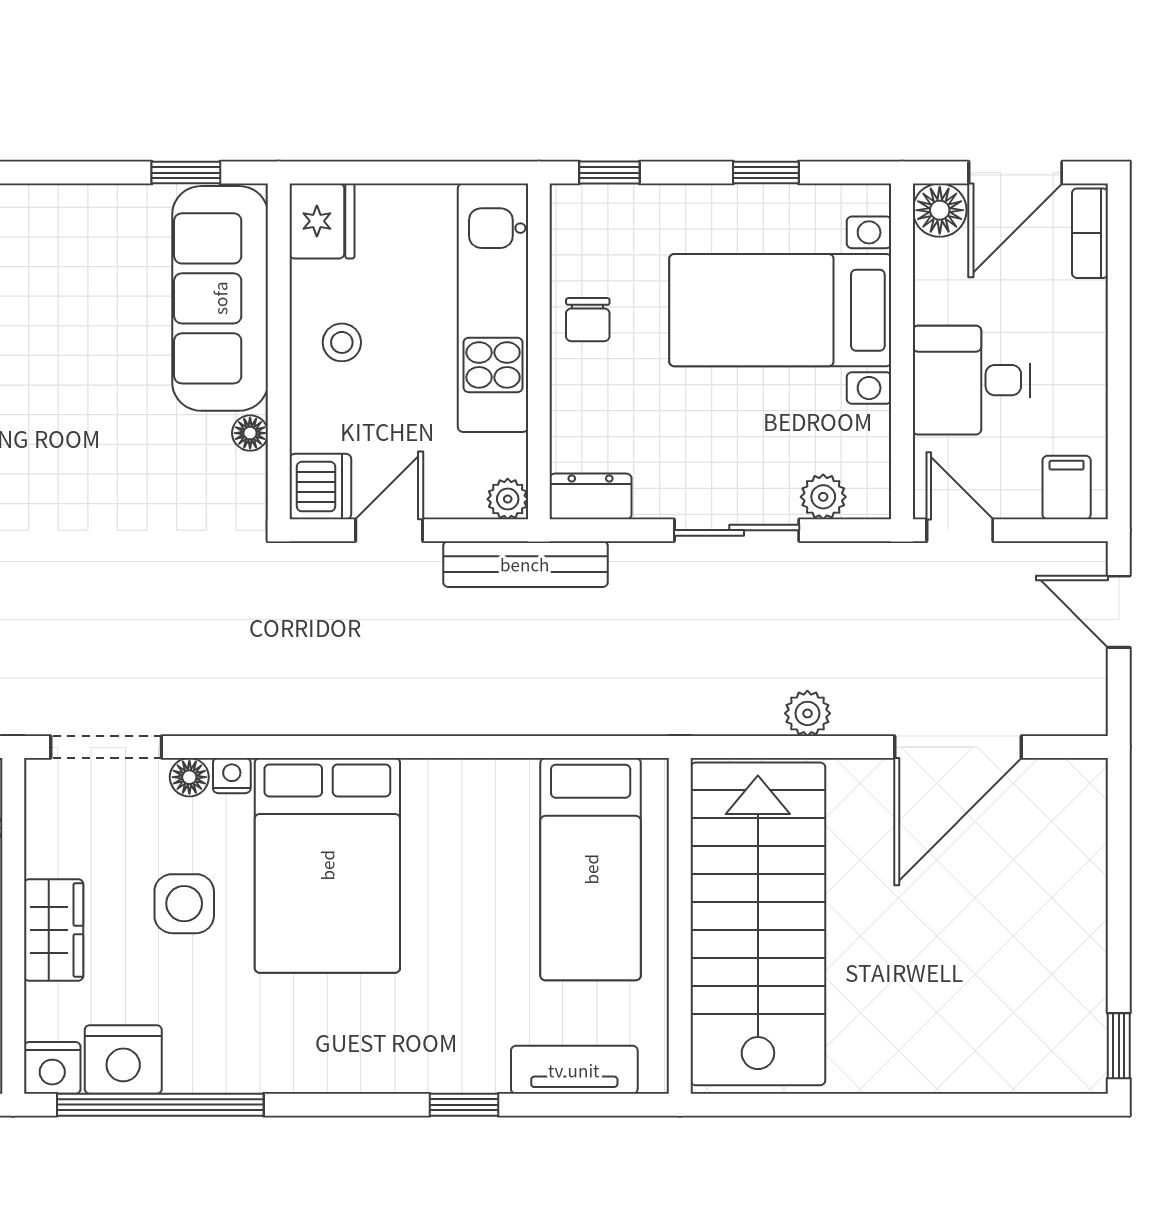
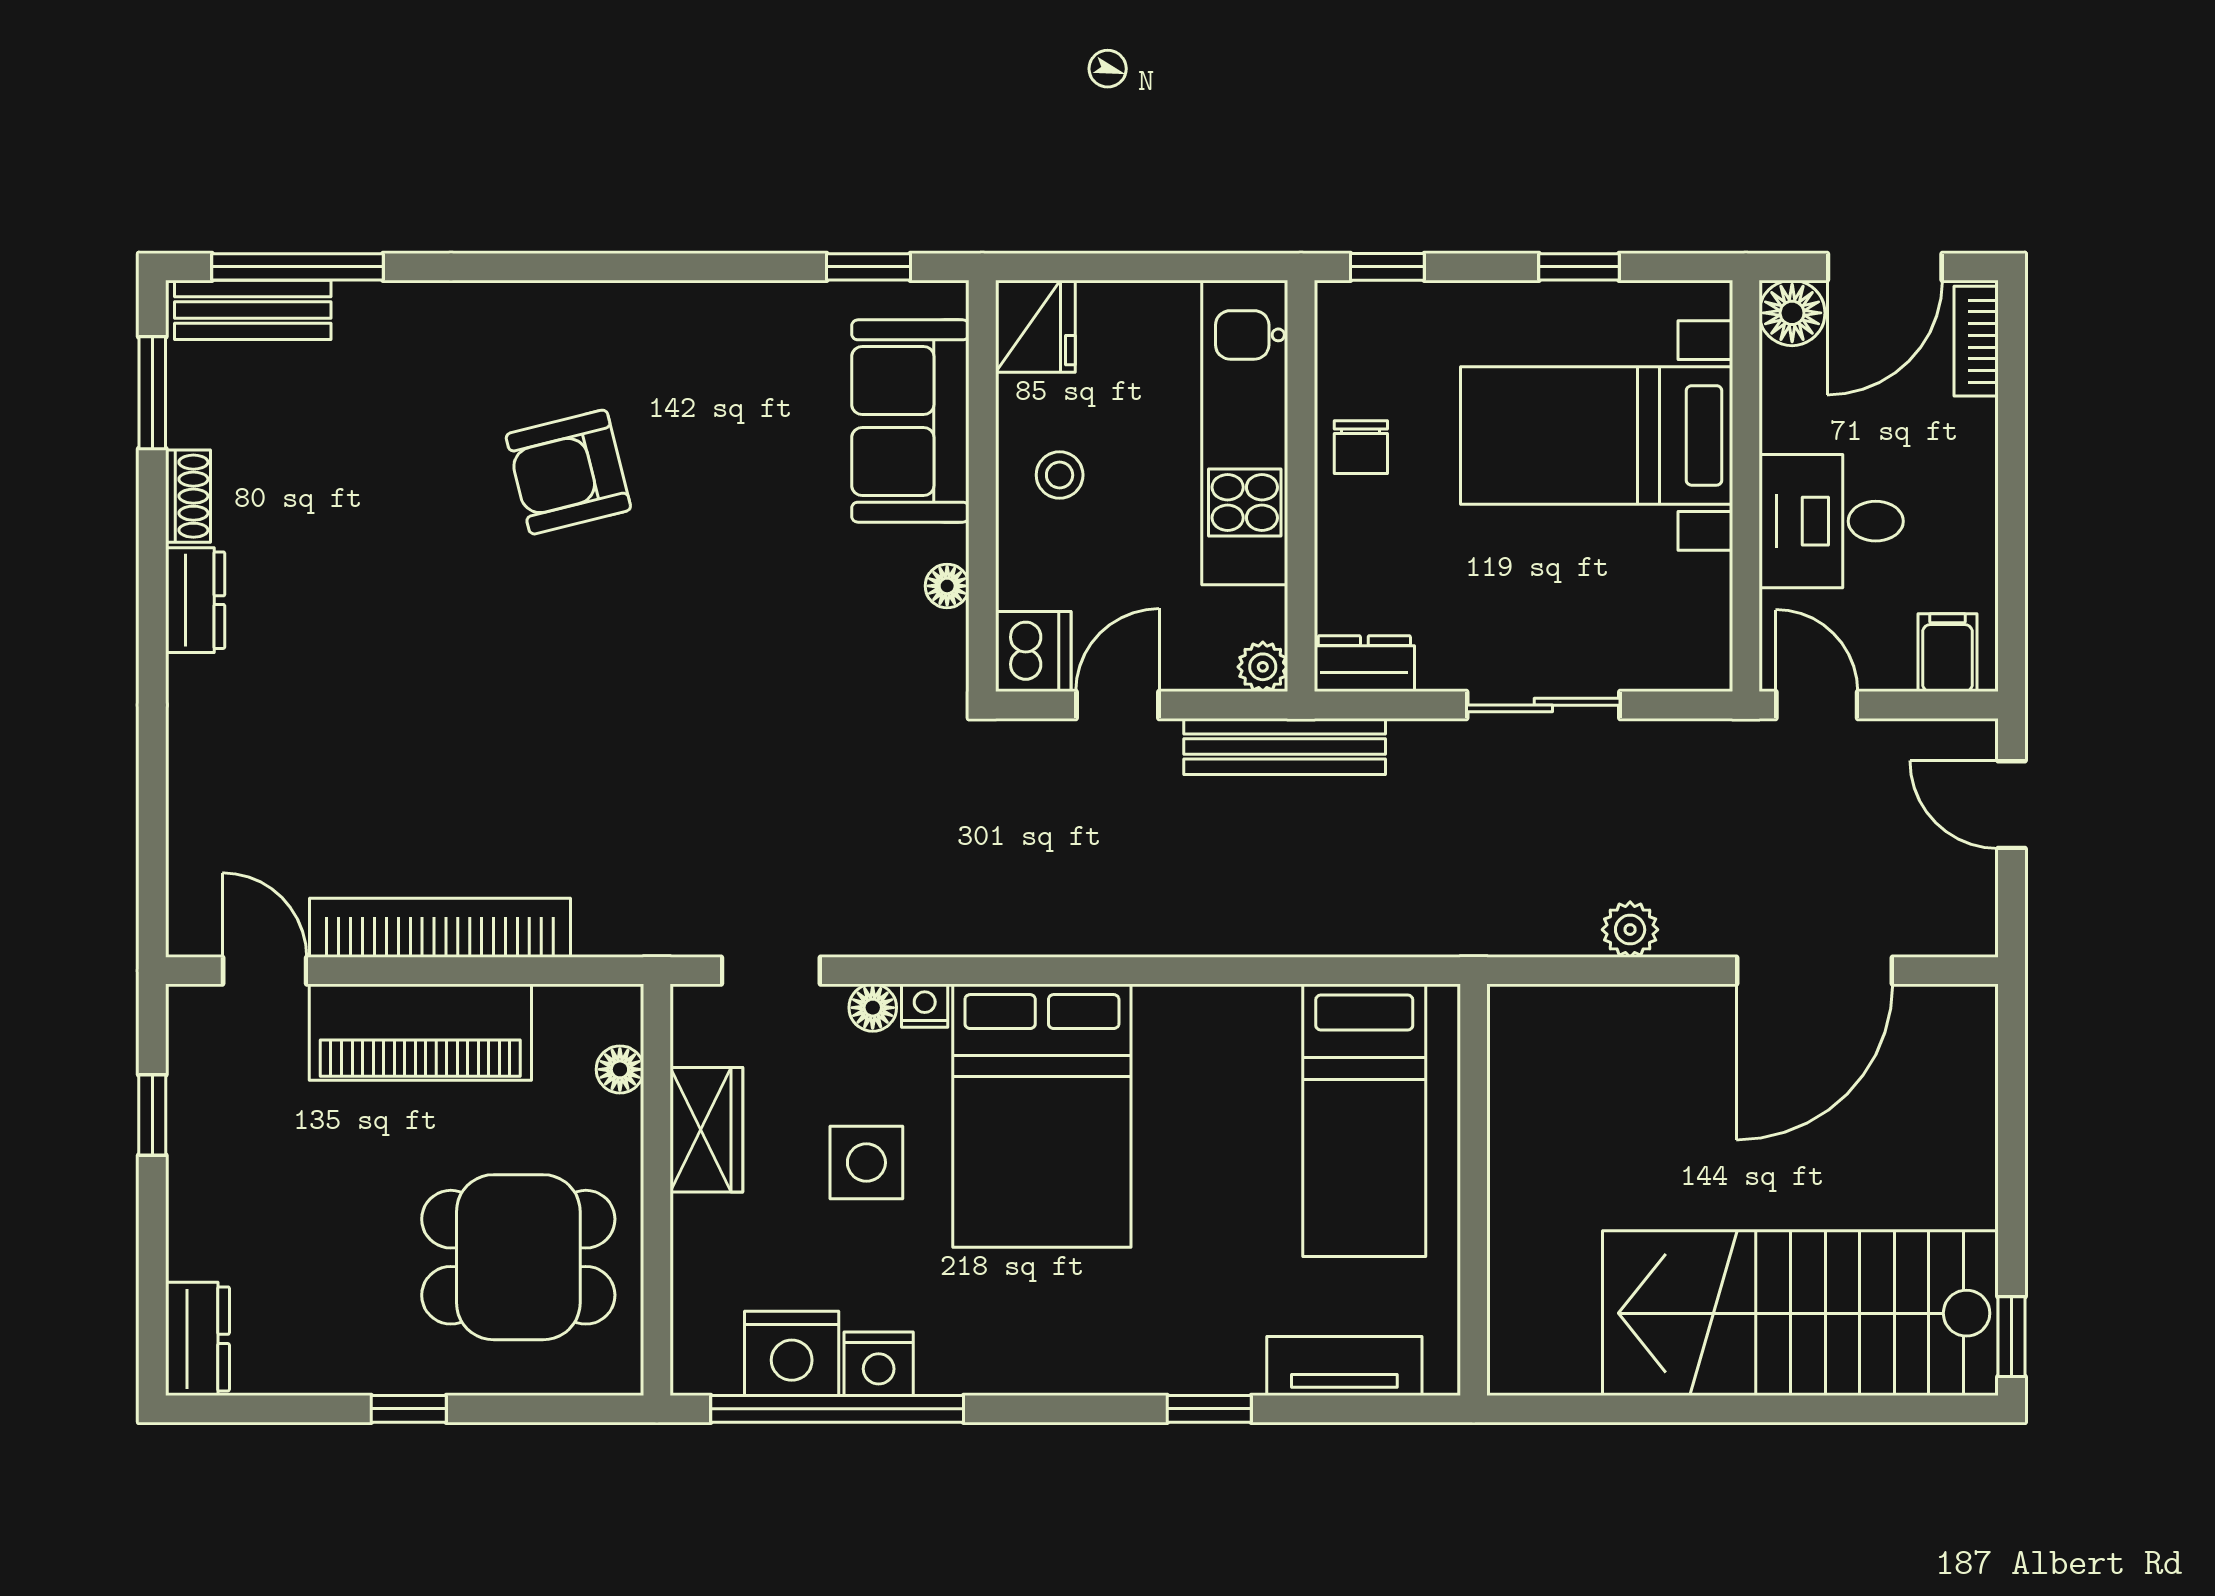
sofa: (220, 298) -> (910, 421), width x0.73
plant: (823, 497) -> (1649, 664), removed
doorway: (106, 747) -> (771, 971), width x0.73
stairs: (758, 924) -> (1800, 1313), moved, turned -90
wardrobe: (54, 930) -> (706, 1130), moved
nightstand: (52, 1068) -> (879, 1364), moved

